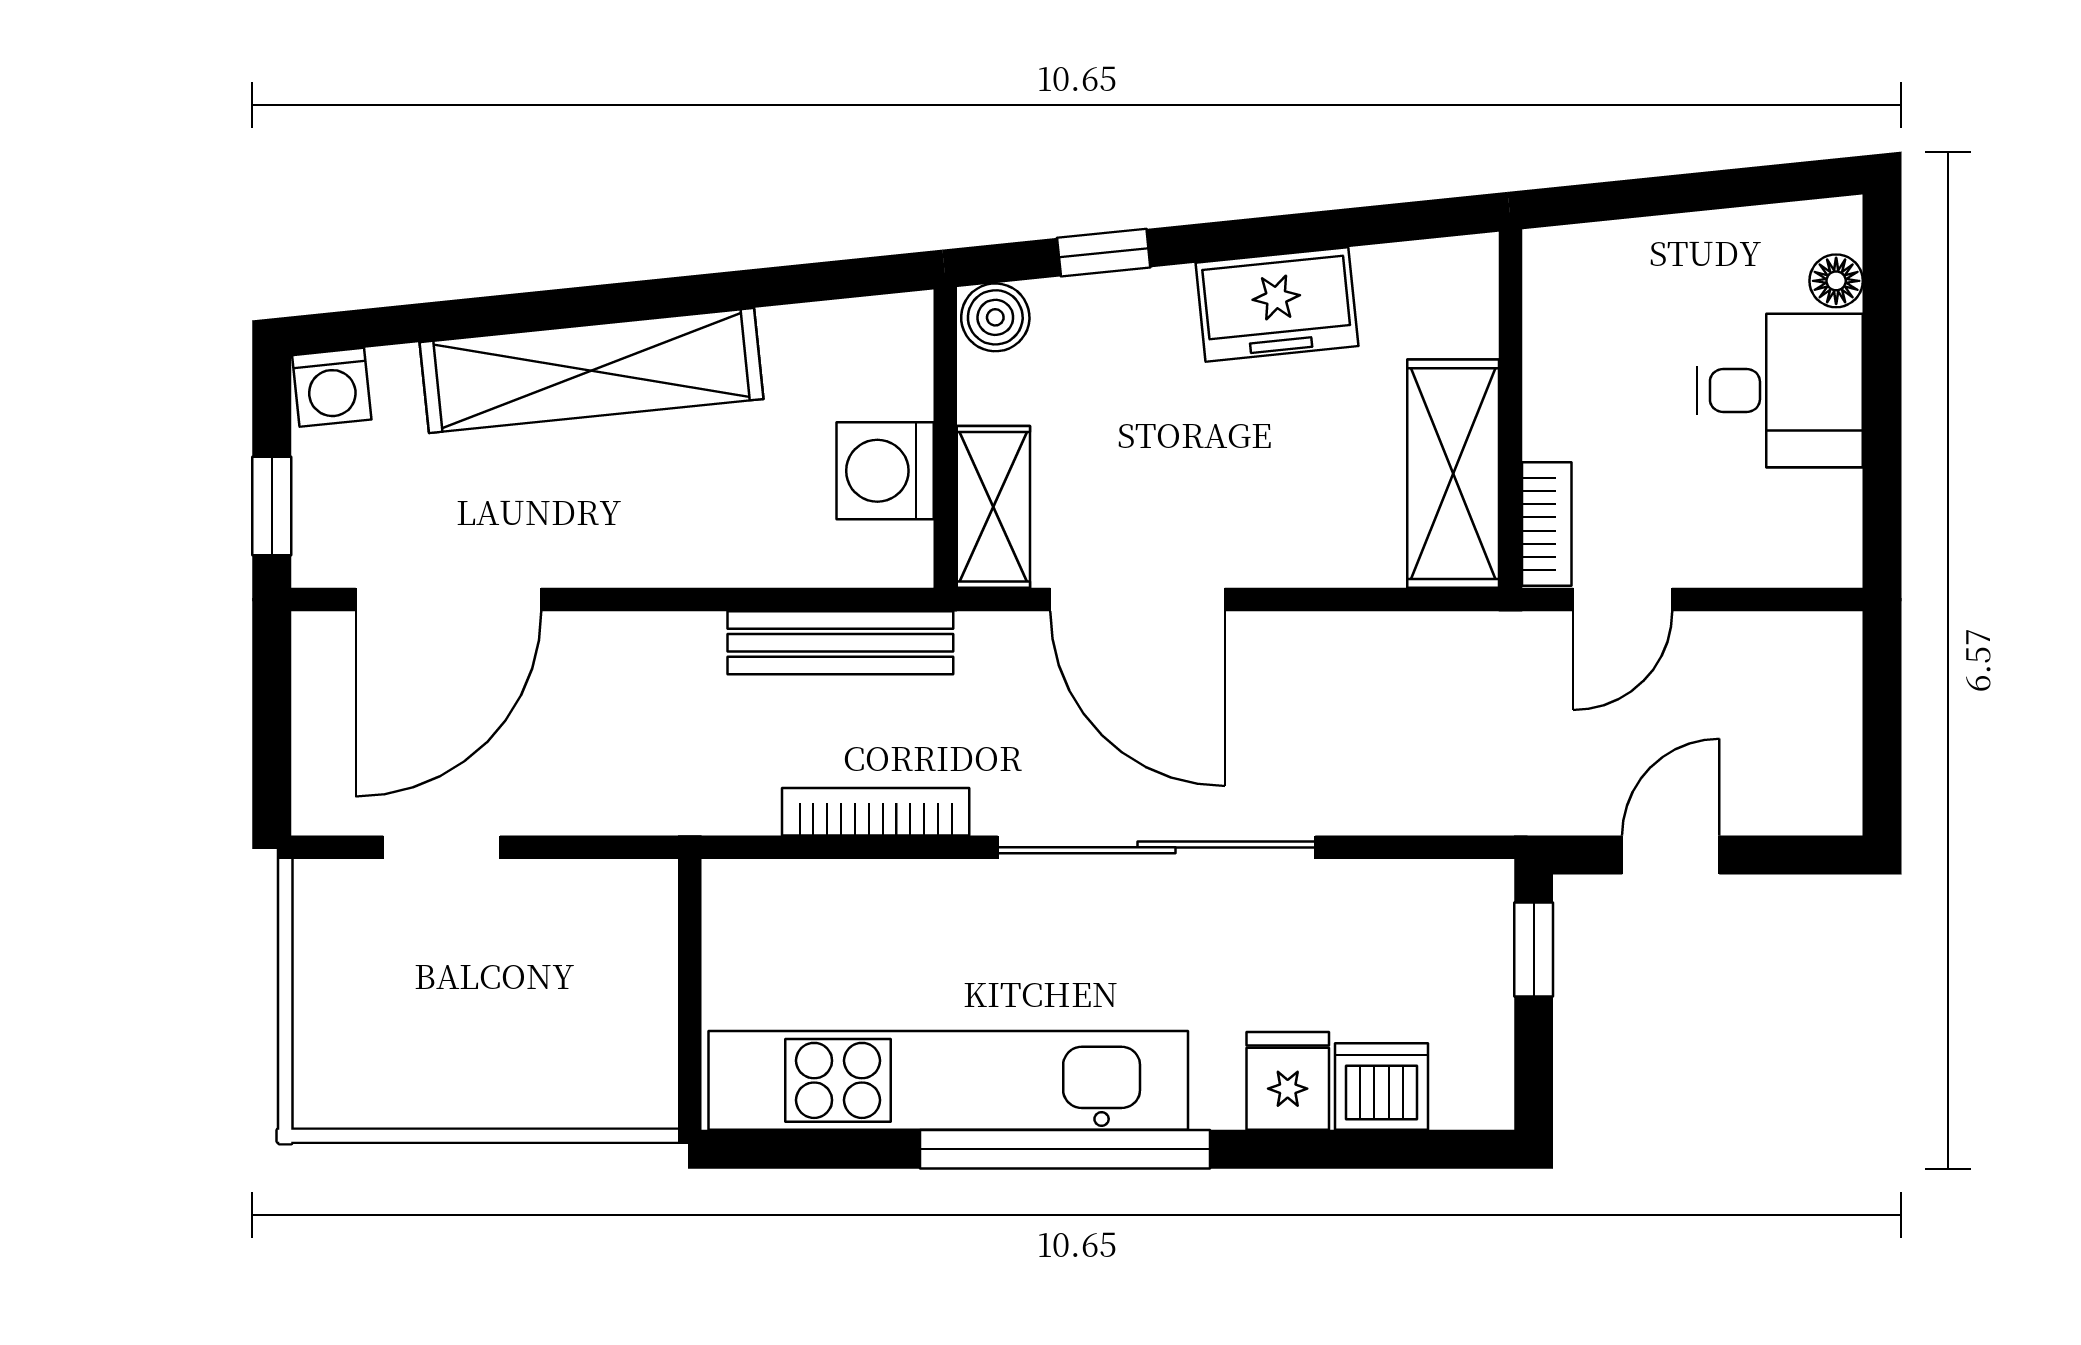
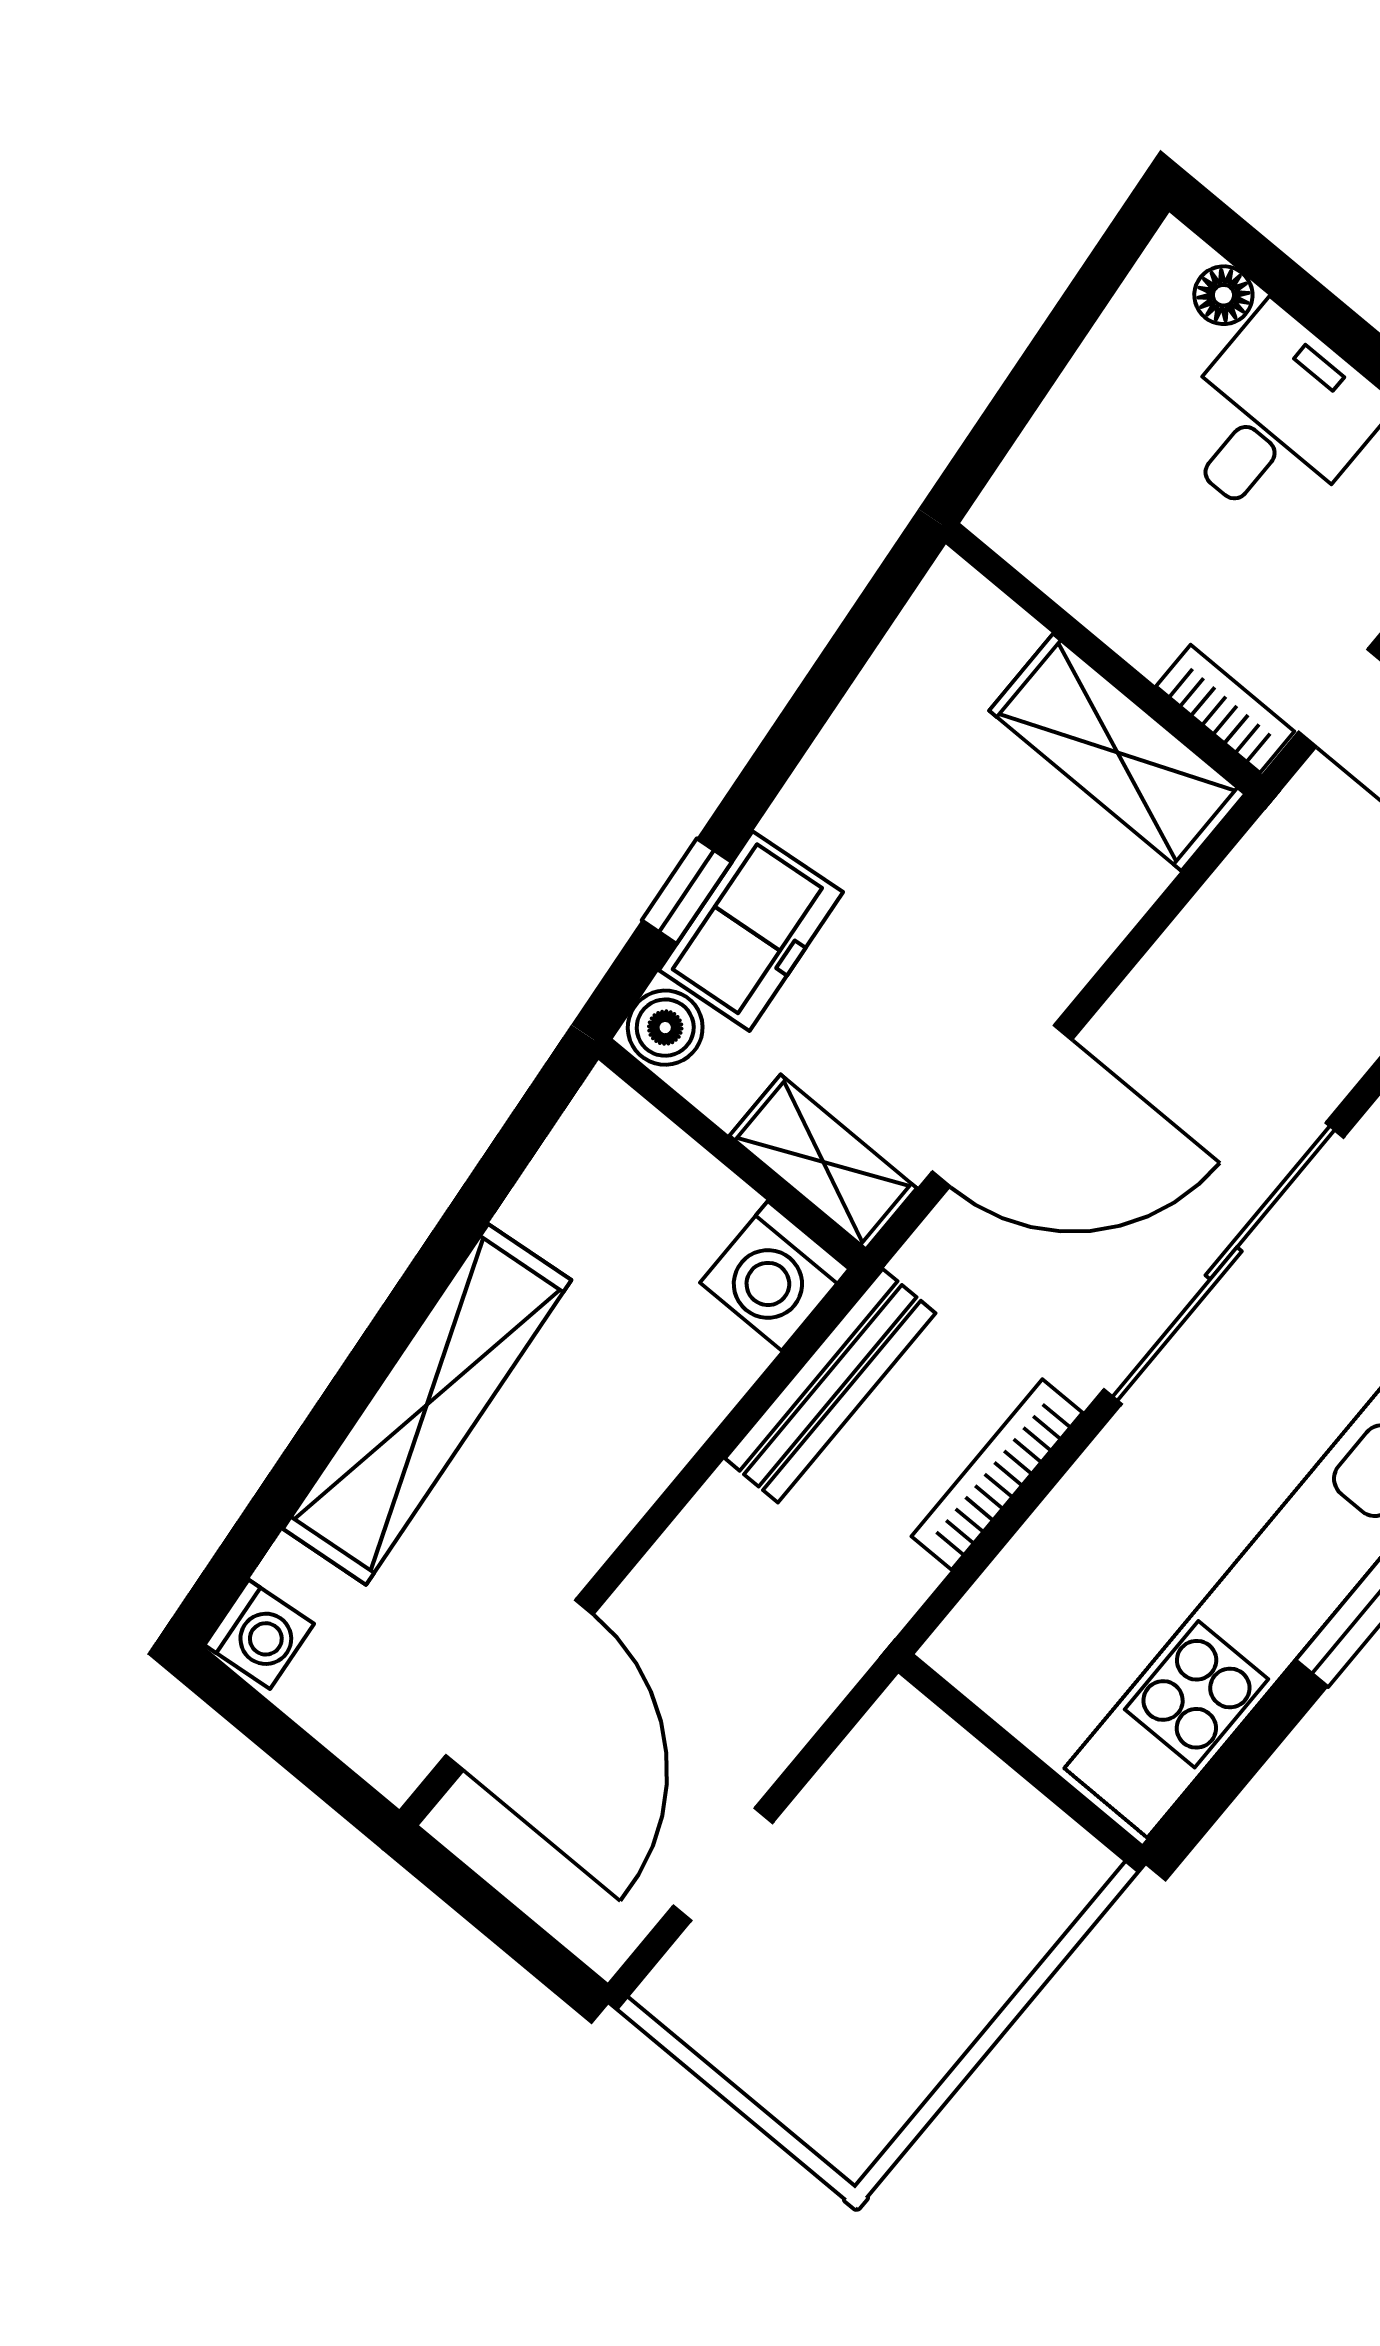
freezer: (1277, 304) -> (751, 931), moved
washing machine: (885, 471) -> (775, 1276), moved
window: (272, 506) -> (317, 1768), removed

